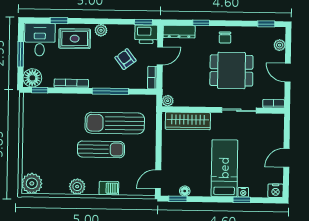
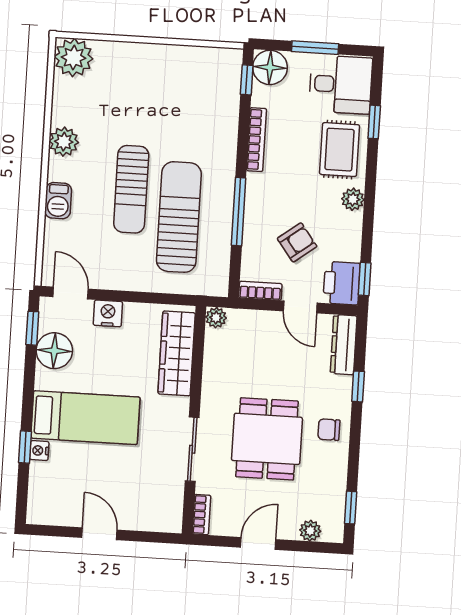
floor lamp: (185, 191) -> (54, 351), width x1.89, depth x1.89
nightstand: (276, 191) -> (108, 313), moved, turned 90

